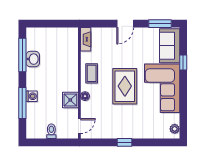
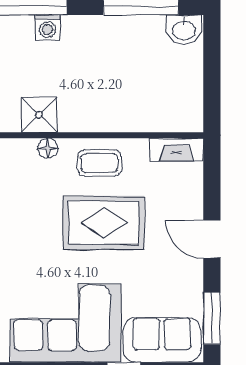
washbasin: (33, 59) -> (184, 30), moved
rug: (125, 86) -> (104, 223), moved

